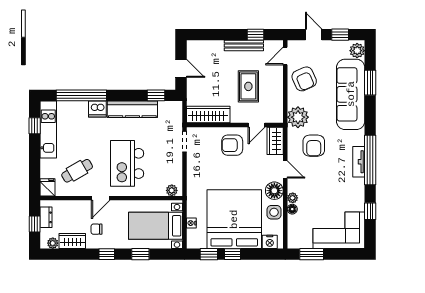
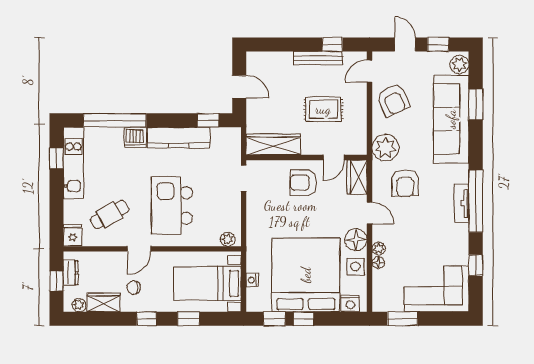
rug: (248, 86) -> (323, 109), turned 90

